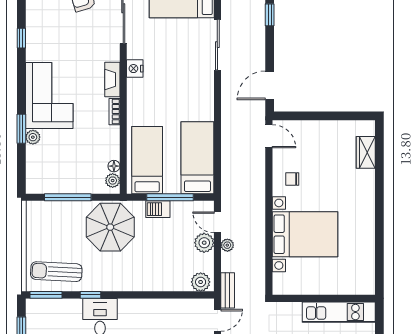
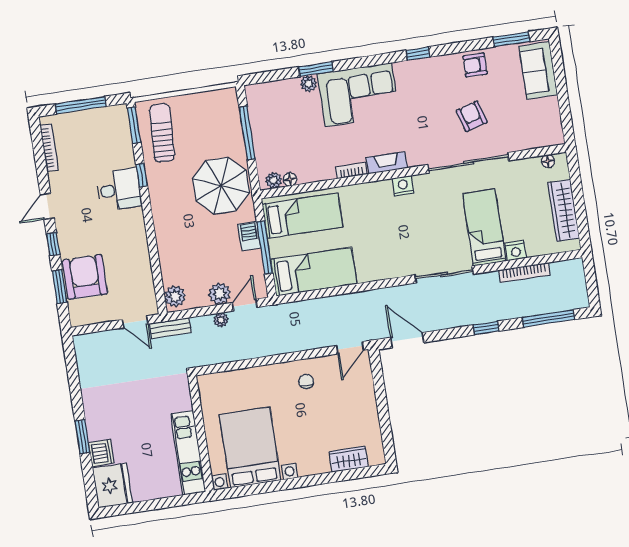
bed with nightstands: (305, 234) -> (250, 447), moved, turned 180
wall: (324, 298) -> (201, 434), moved
kitchen unit: (339, 312) -> (188, 453), moved

